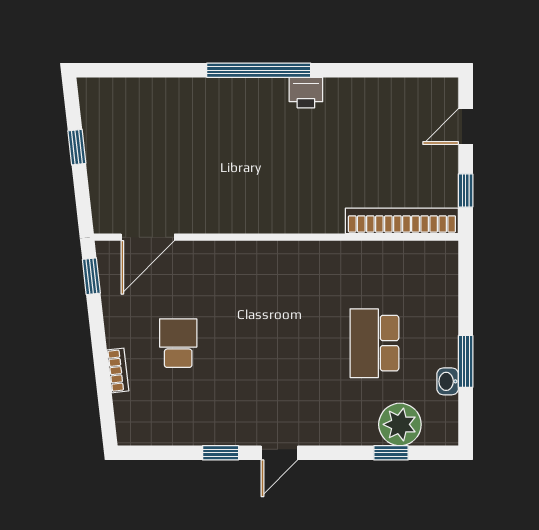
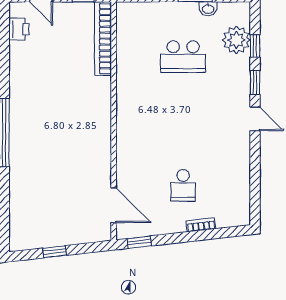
printer: (306, 93) -> (19, 29), moved
school desk: (178, 343) -> (183, 185), turned -90
window: (221, 453) -> (255, 83), moved

